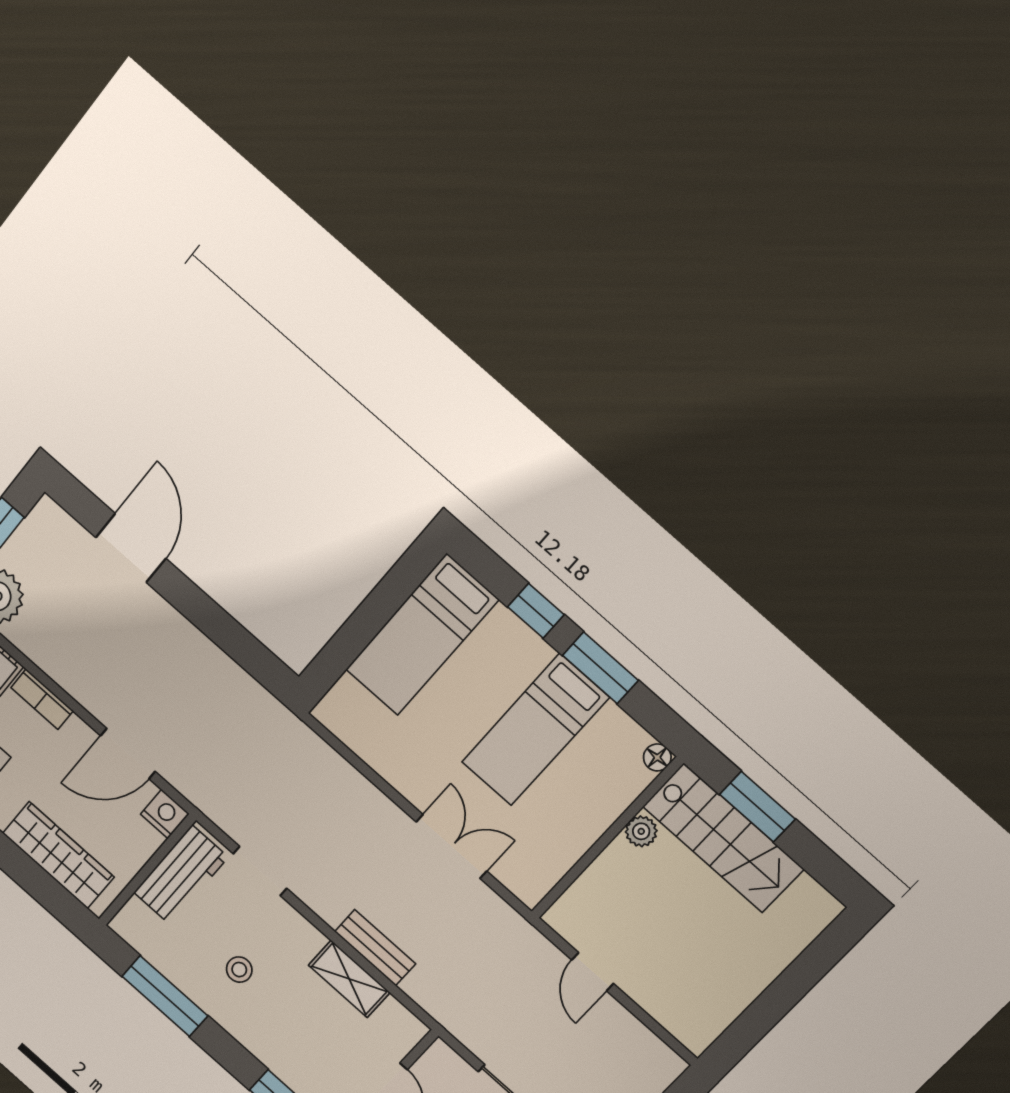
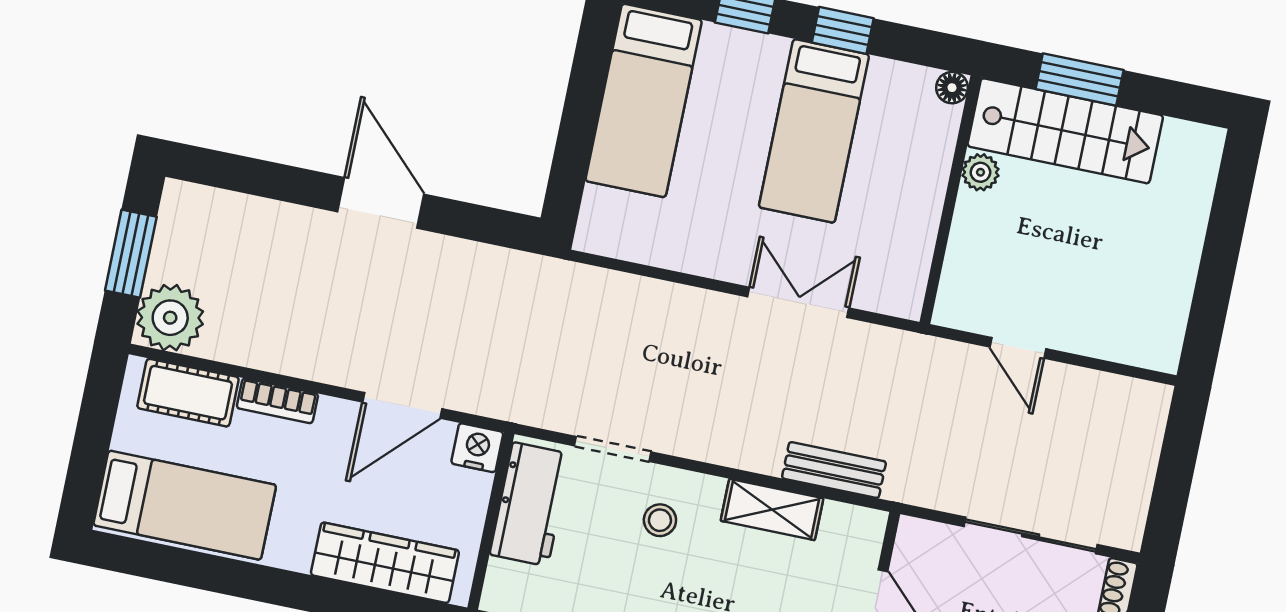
door: (131, 548) -> (381, 203), moved
window: (600, 668) -> (843, 30), width x0.67
bench: (375, 948) -> (834, 470), moved
stool: (239, 970) -> (660, 520), moved

